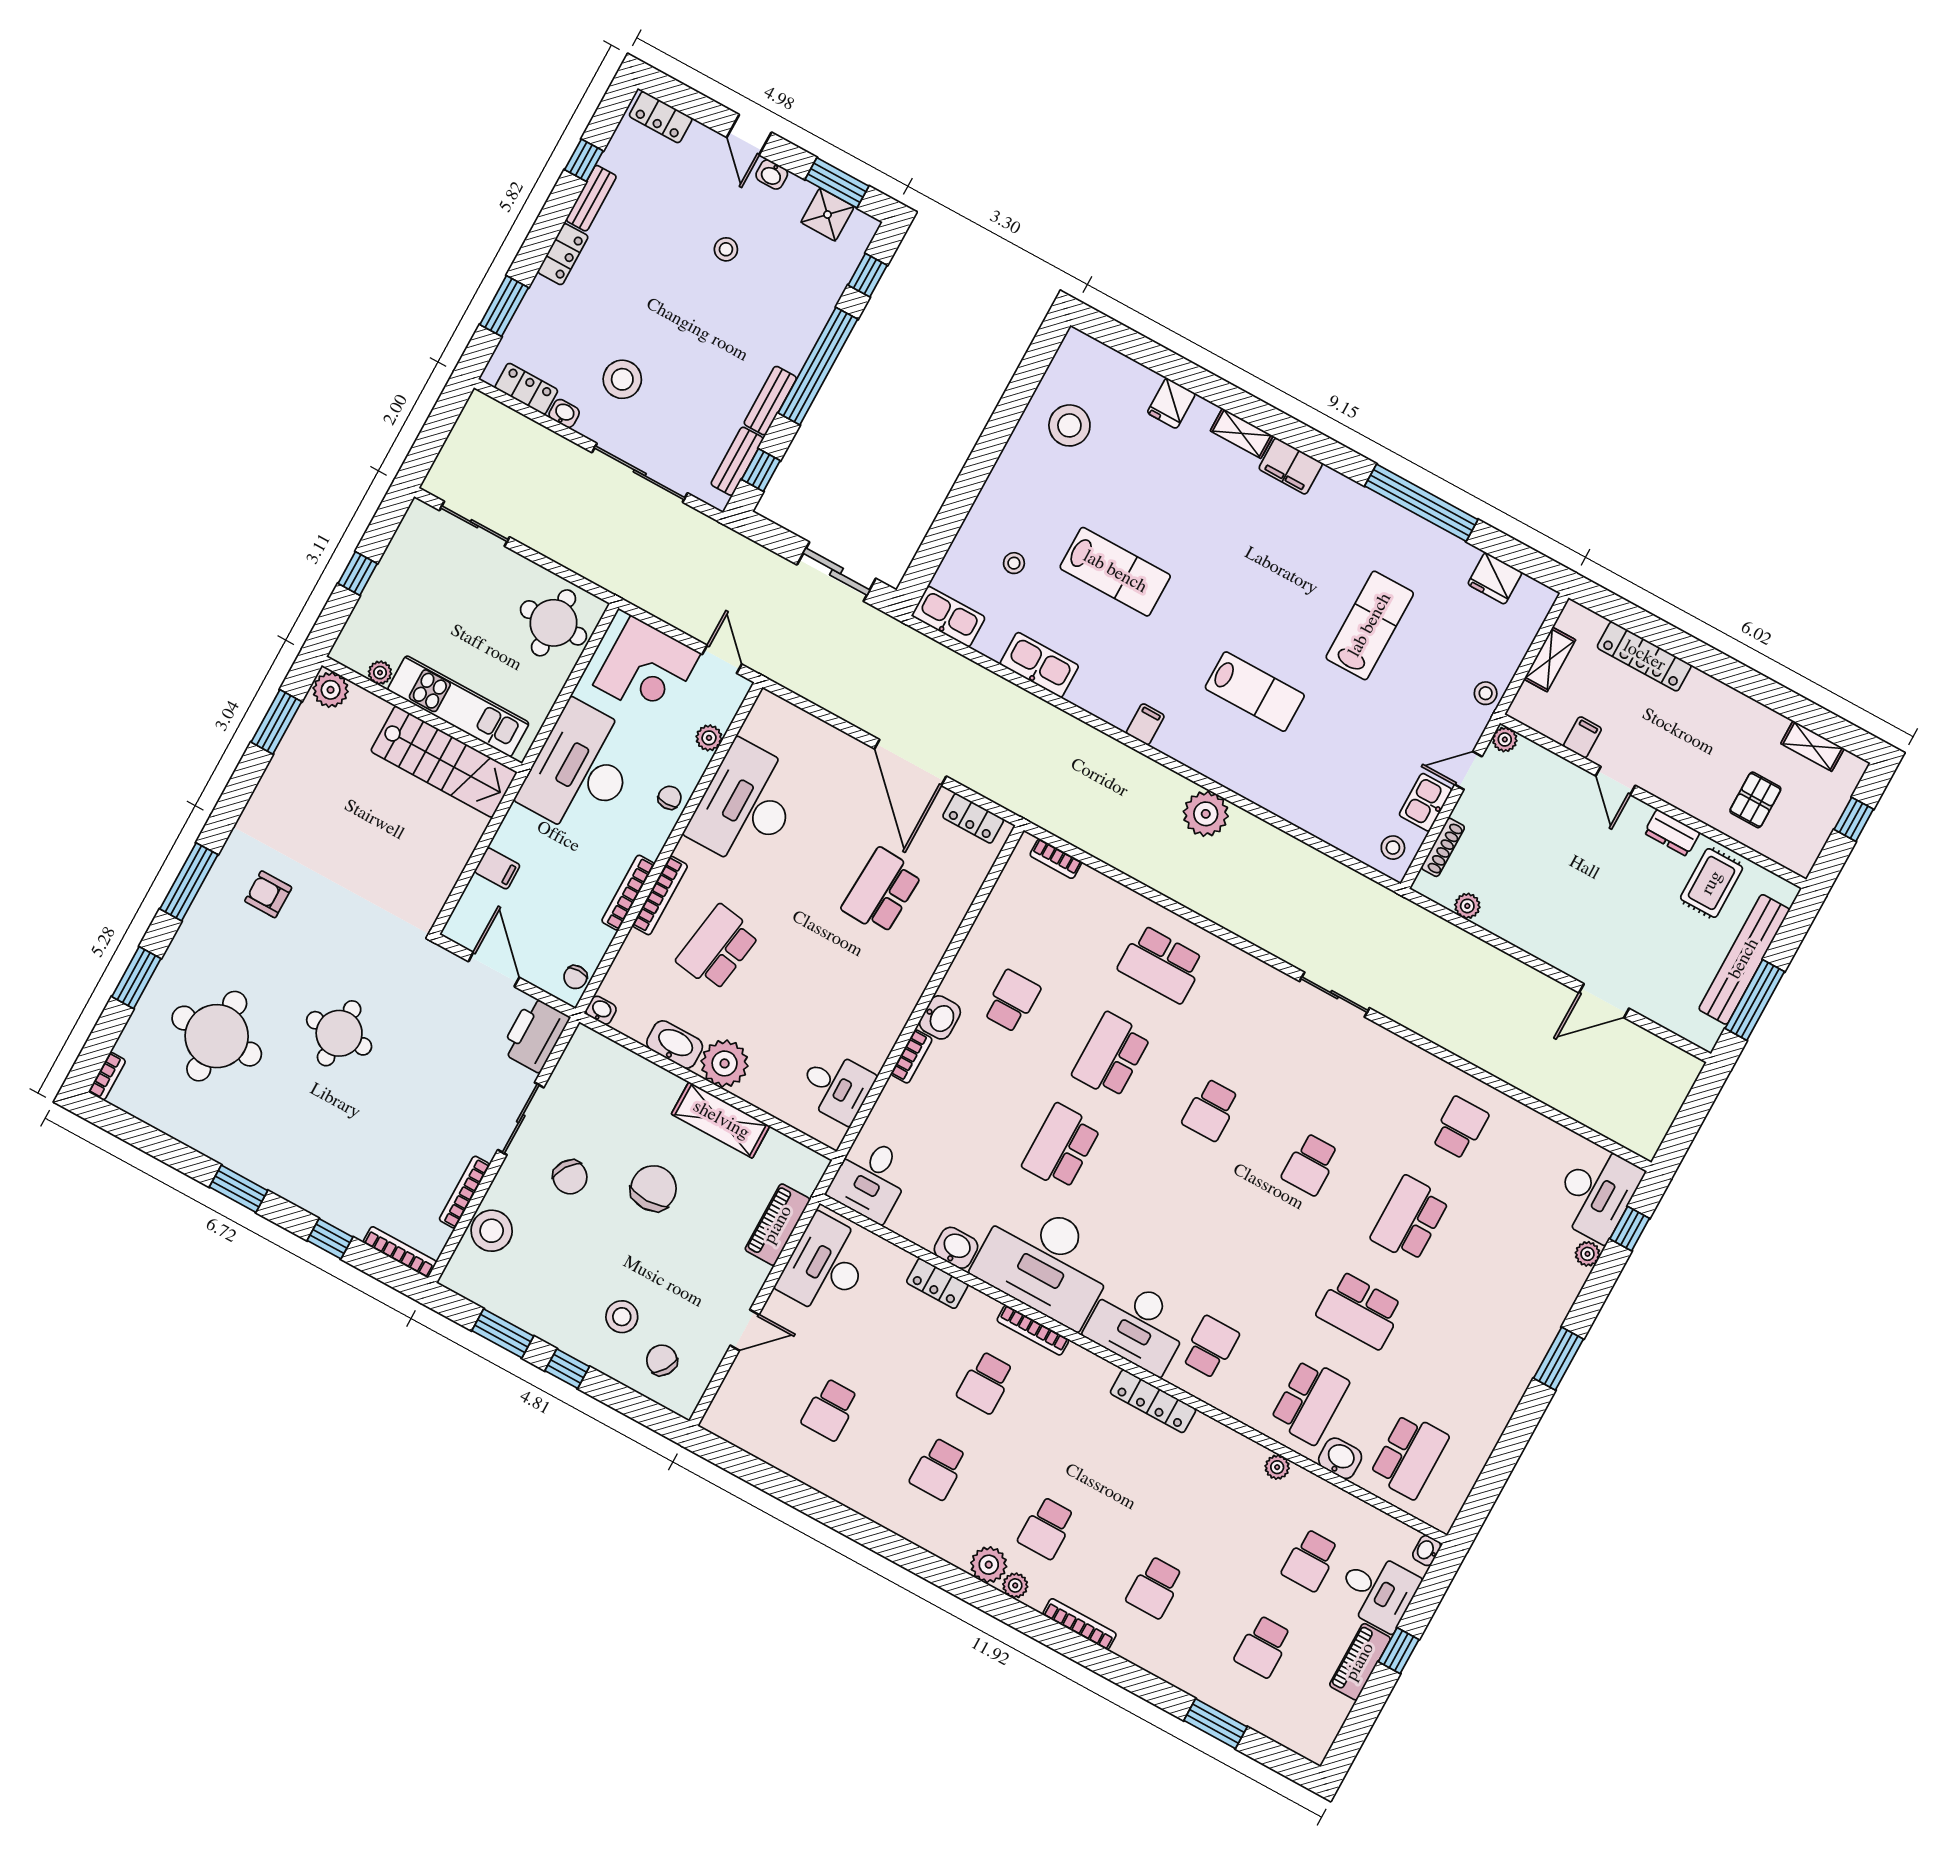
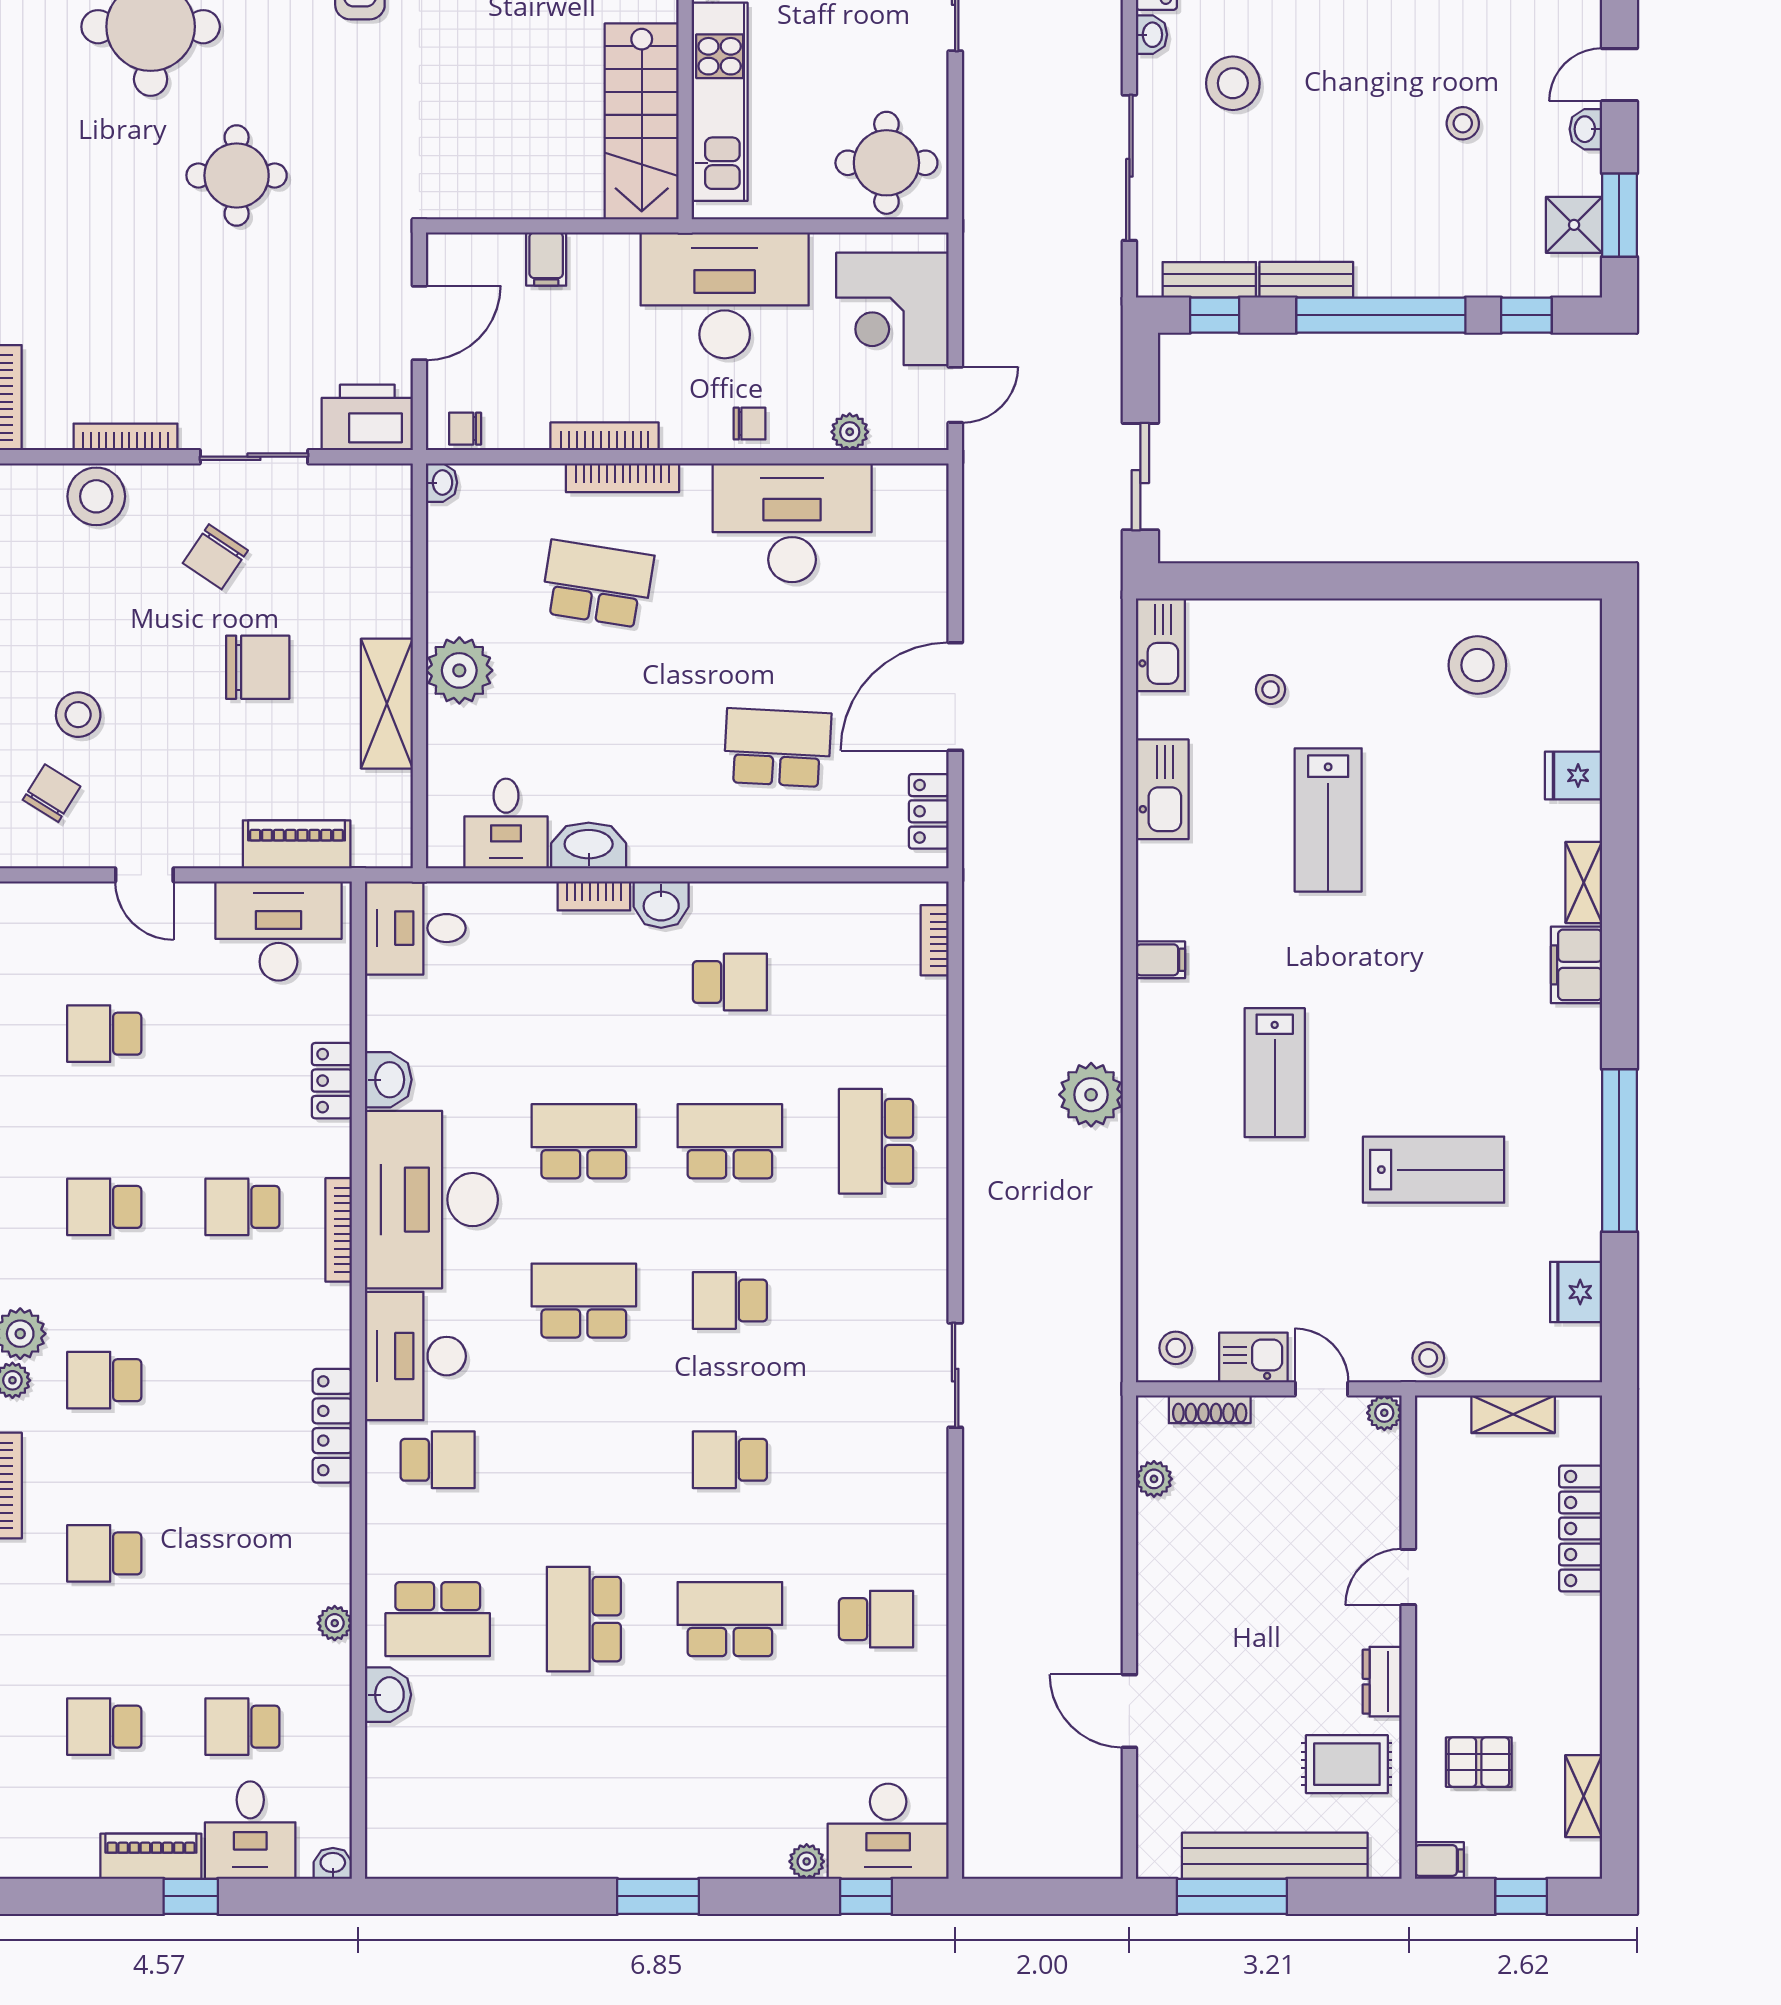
filing cabinet: (1582, 737) -> (1439, 1861), moved
washbasin: (675, 1045) -> (589, 845), moved, turned -90
school desk: (1409, 1456) -> (584, 1301), moved, turned 180

